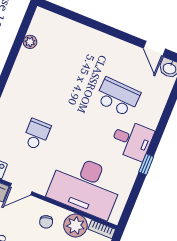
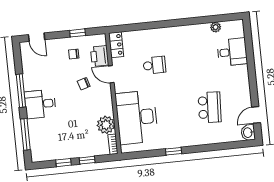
desk: (132, 140) -> (232, 52), moved, turned -90
chair: (46, 222) -> (84, 84), moved

